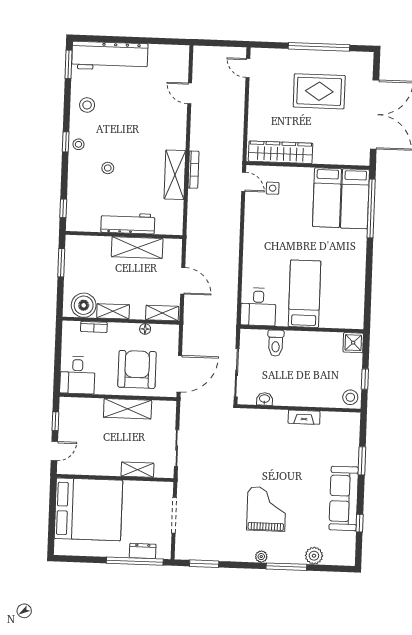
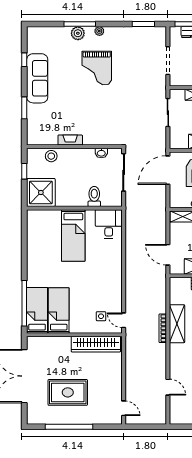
door: (183, 281) -> (168, 255), moved
shower: (353, 343) -> (41, 192), width x1.86, depth x1.86
stool: (350, 397) -> (51, 156), moved
plant: (314, 556) -> (78, 33), moved

